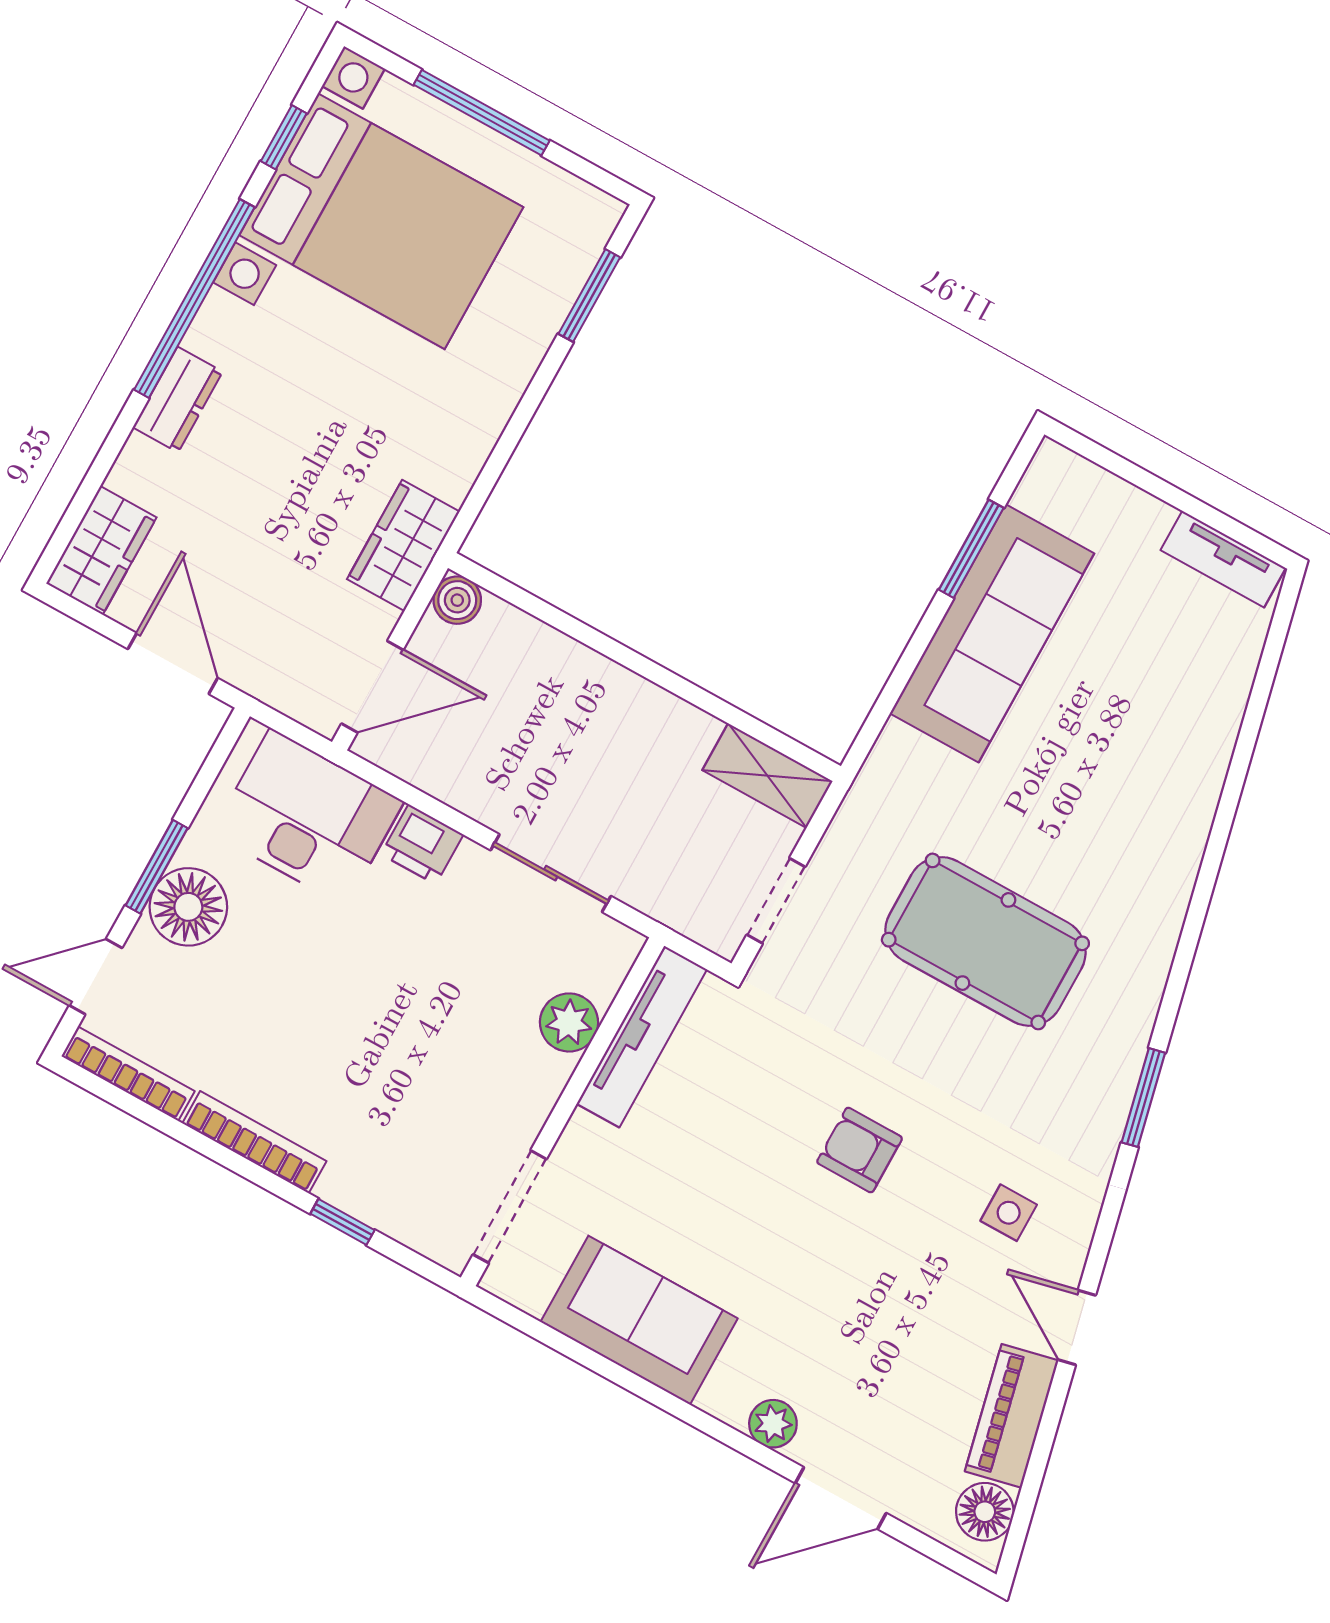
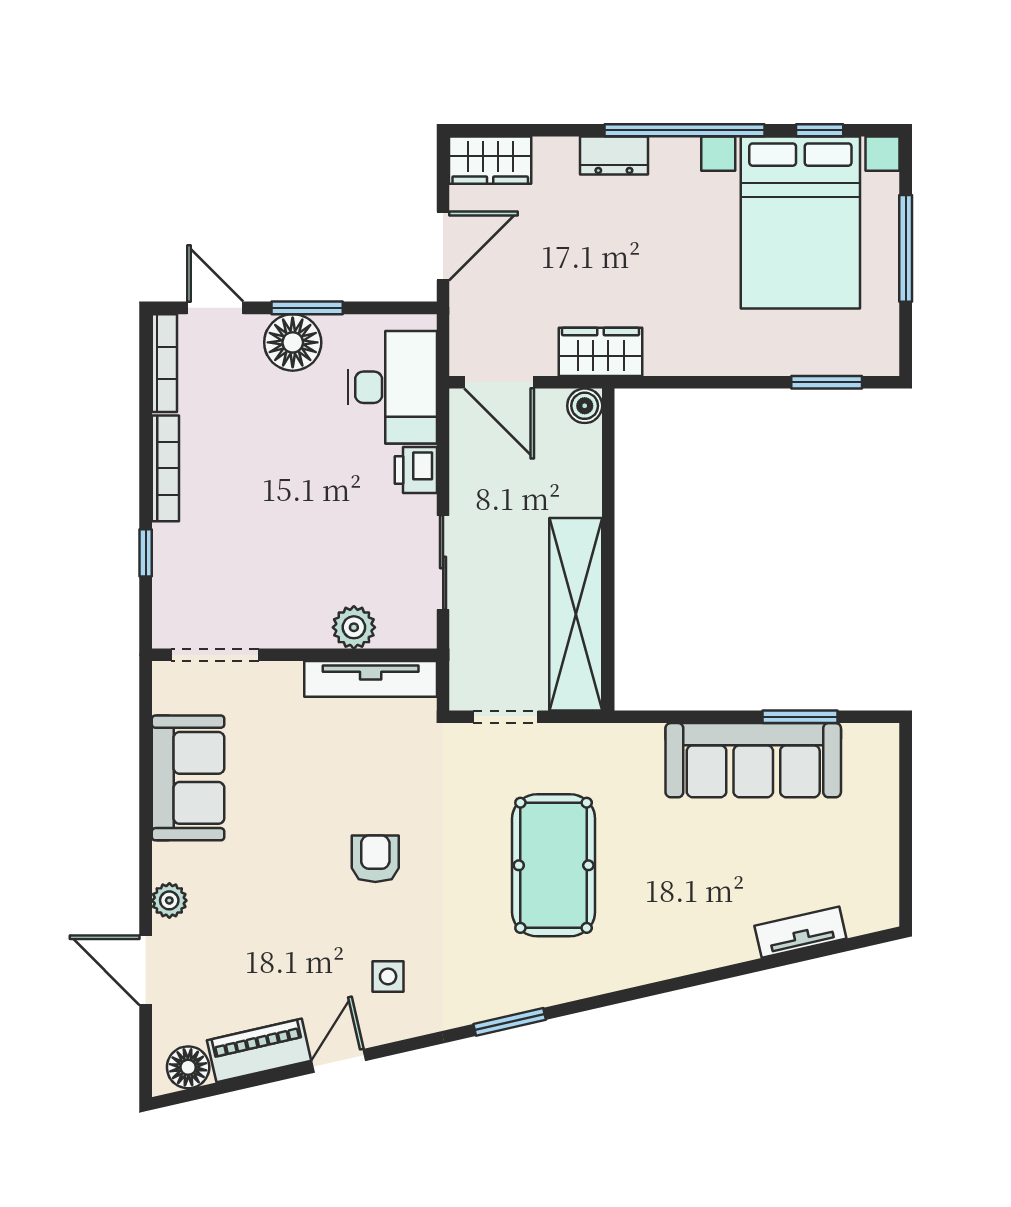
tv unit: (1223, 559) -> (800, 932), moved, turned 77
shelving: (767, 776) -> (576, 614), width x2.20, depth x1.33

